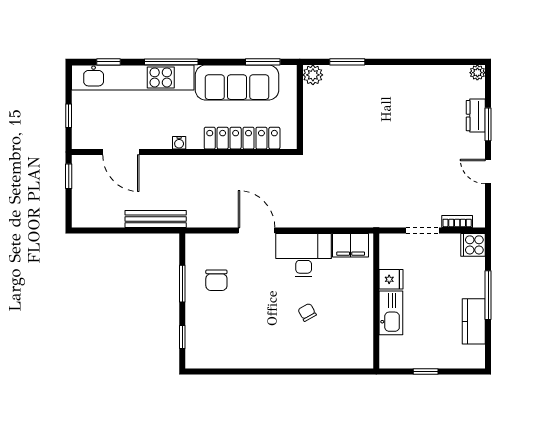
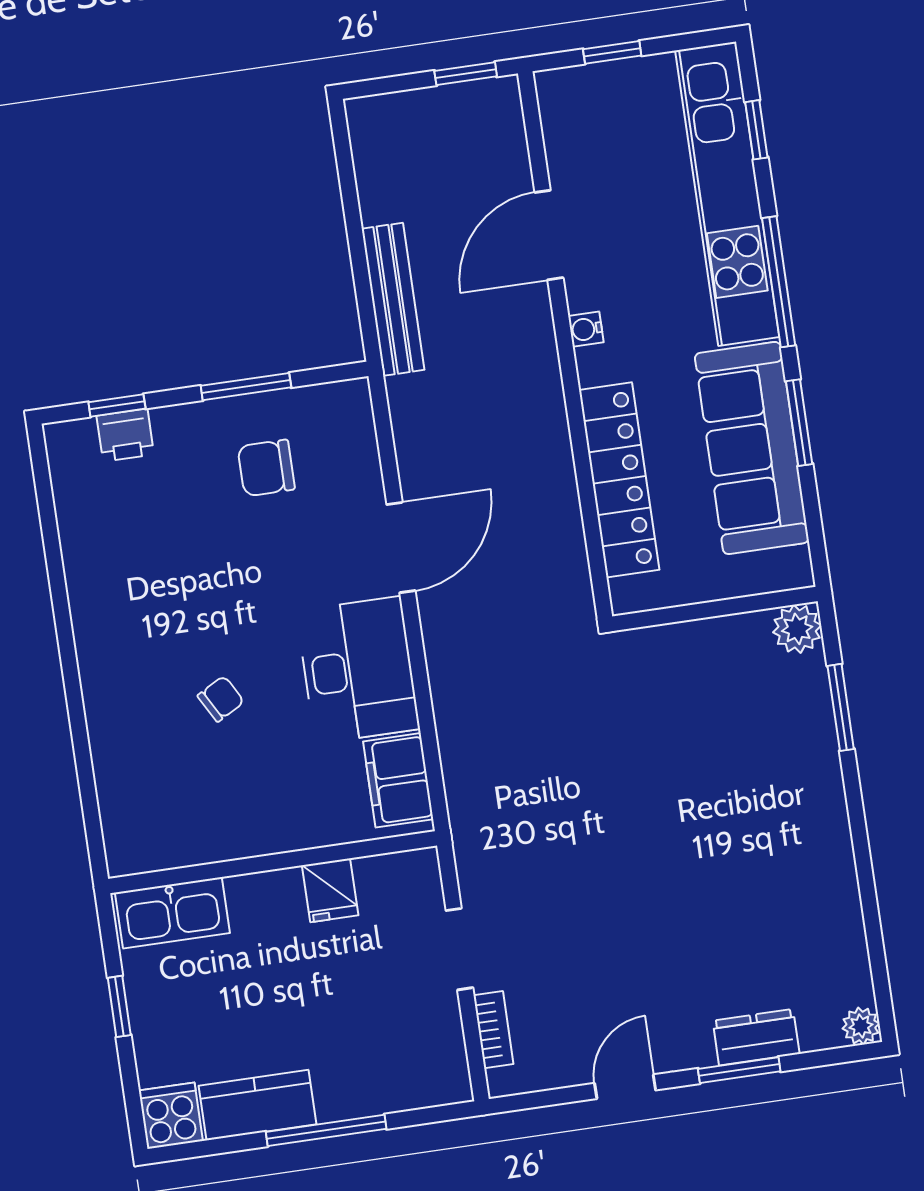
window: (263, 62) -> (799, 423), moved
door: (121, 152) -> (549, 235), moved
cooker: (473, 245) -> (171, 1116), moved
kitchen sink: (391, 313) -> (172, 913), moved
printer: (195, 335) -> (125, 435), added

